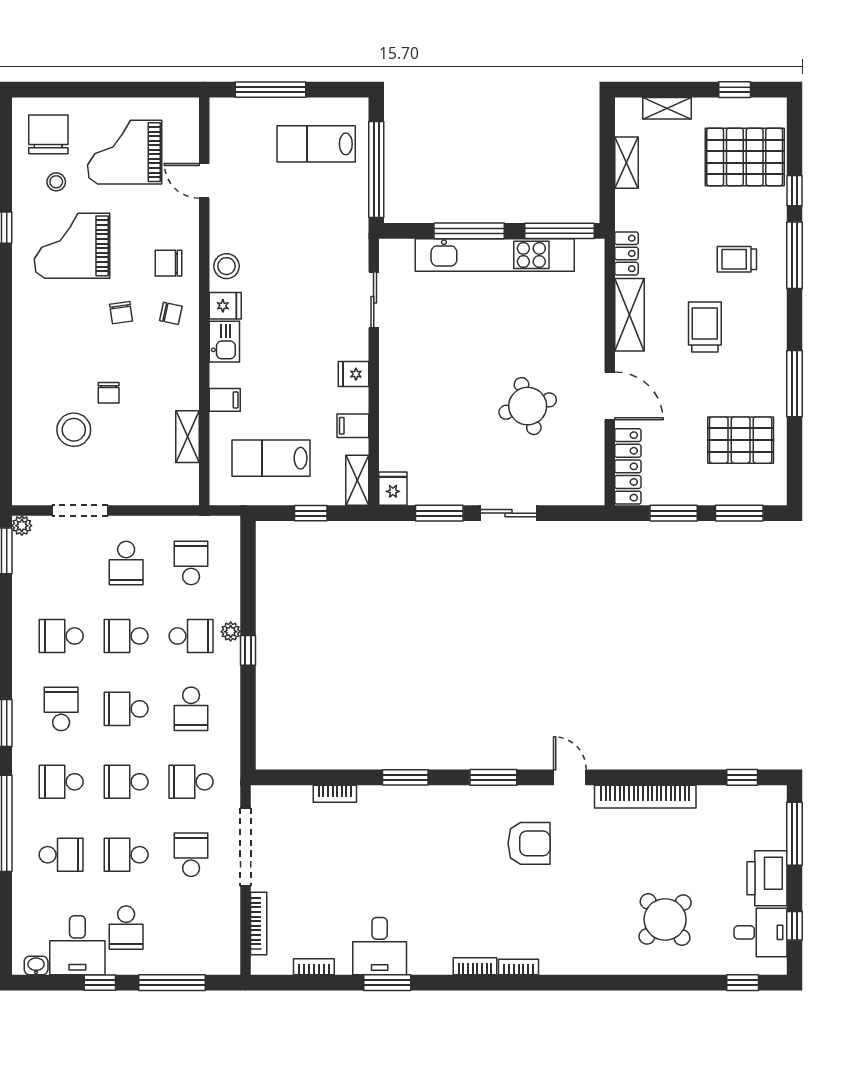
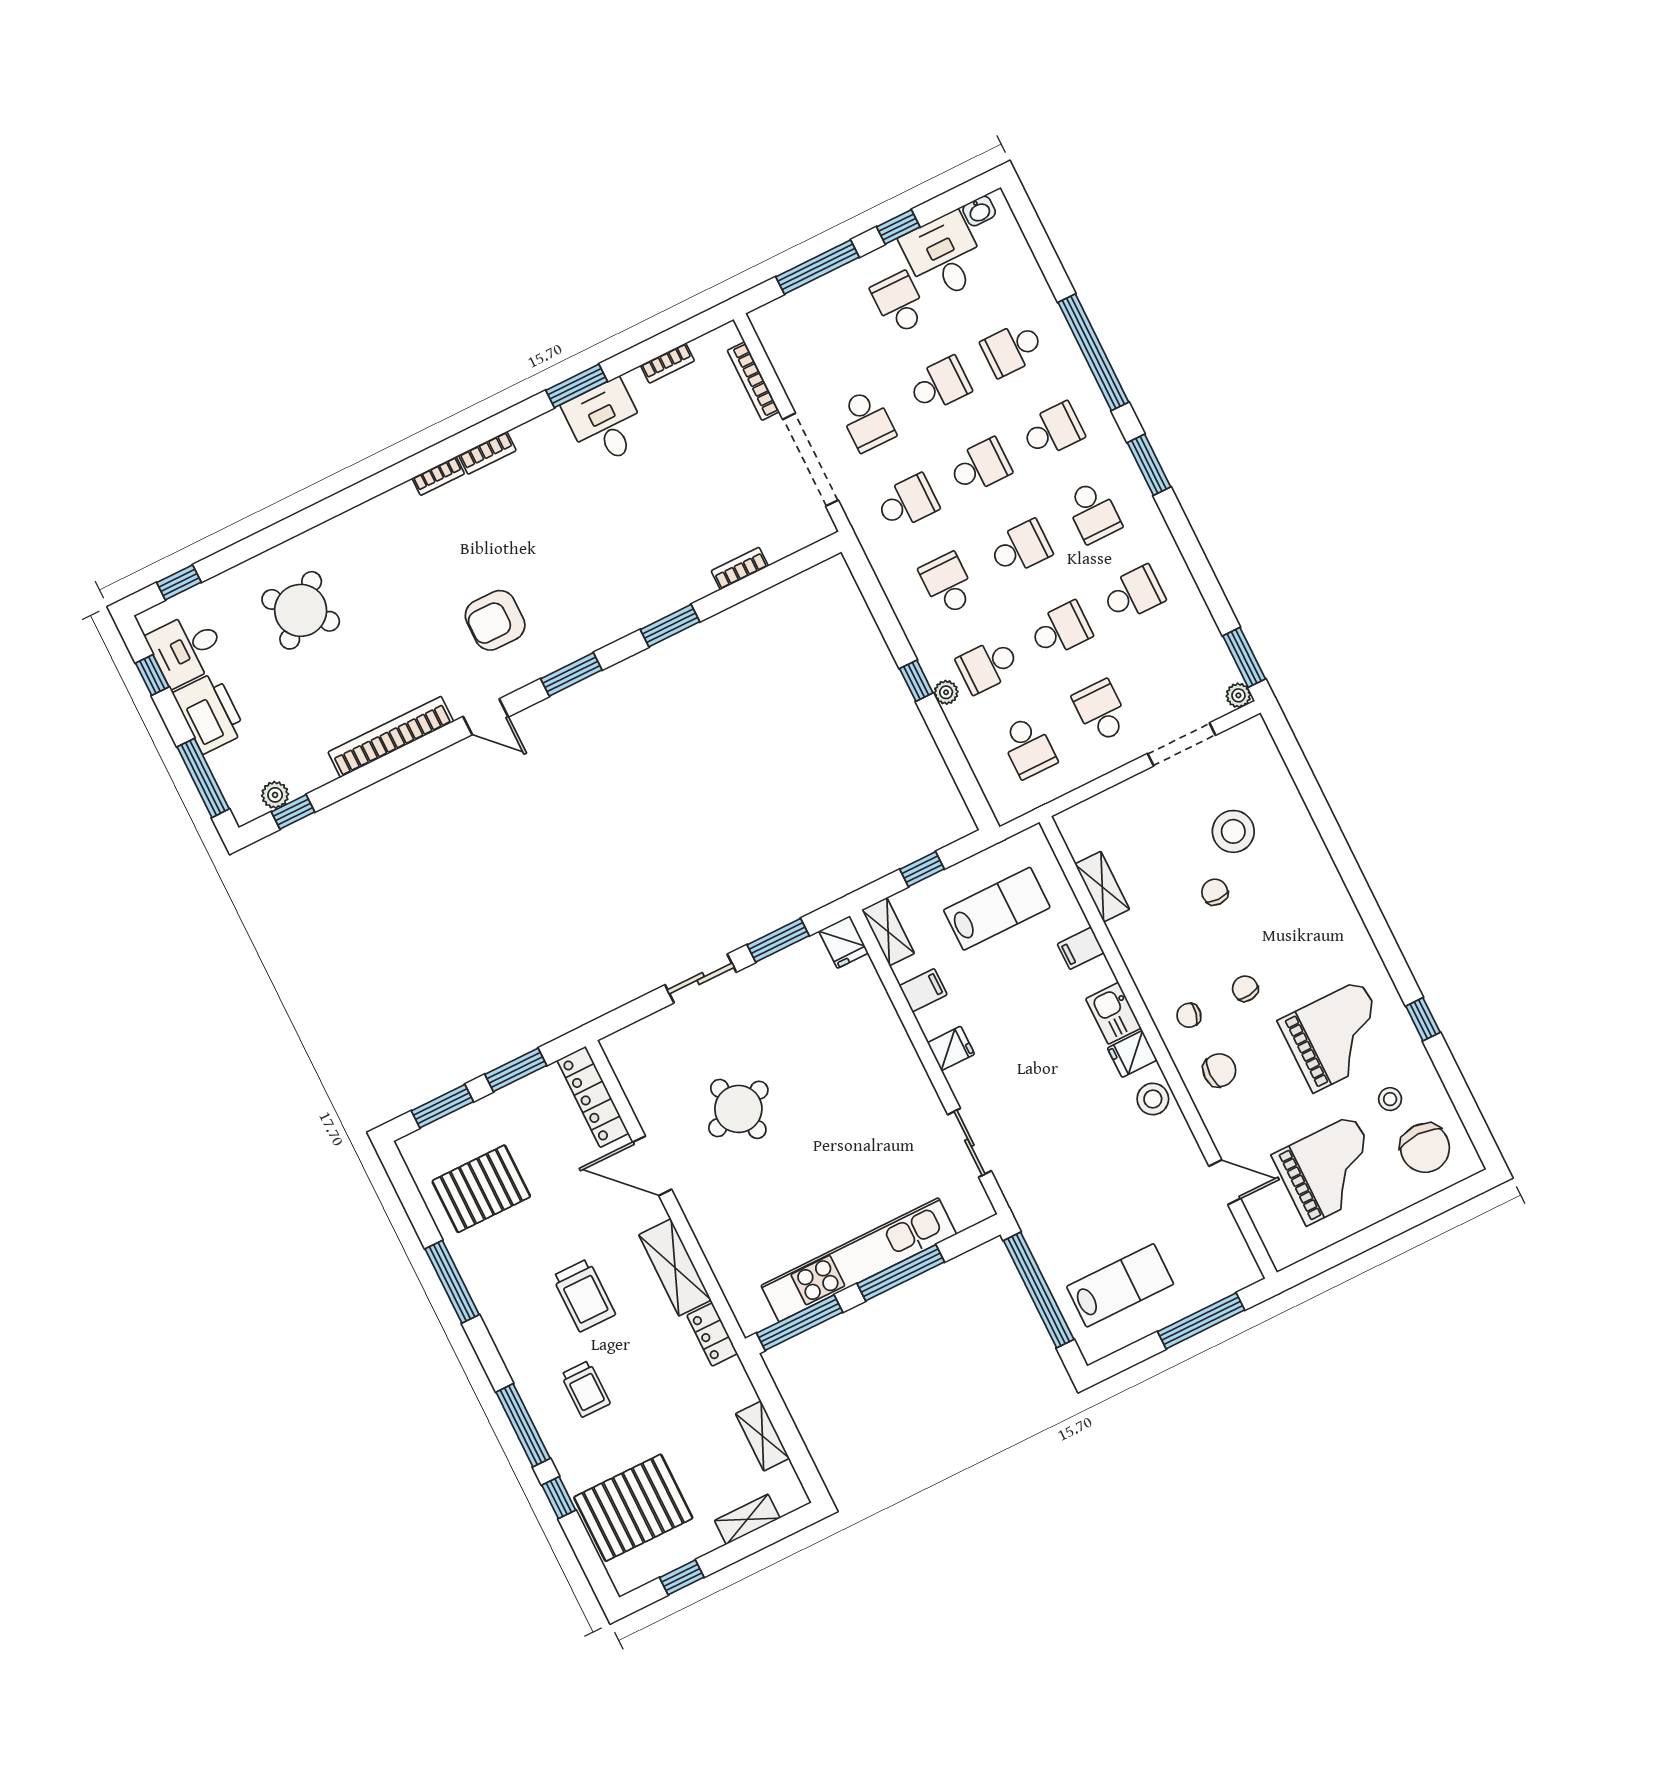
trolley: (737, 259) -> (585, 1389), turned 90
plant: (749, 796) -> (275, 795), added

